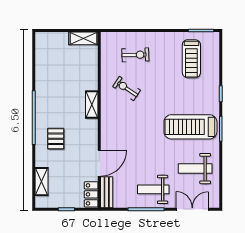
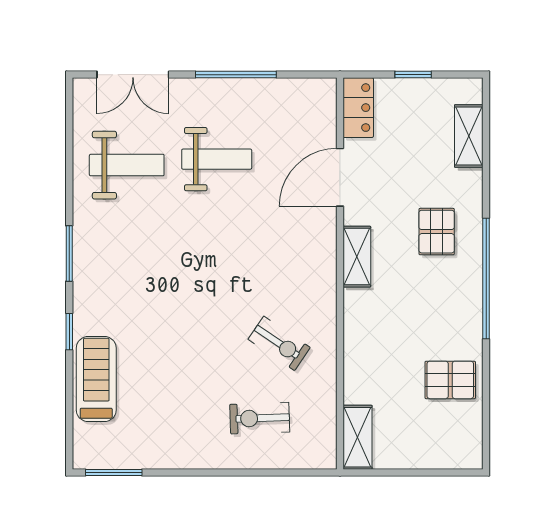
shelving: (83, 38) -> (358, 437), moved, turned 90
treadmill: (191, 59) -> (96, 379), moved
pallet: (50, 72) -> (450, 380), added
shelving: (92, 105) -> (357, 257), moved
treadmill: (190, 127) -> (137, 258), removed
weight bench: (153, 189) -> (217, 159), moved
bench: (107, 192) -> (324, 112), removed

